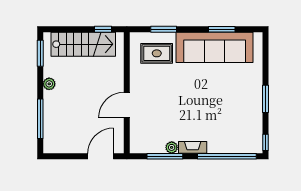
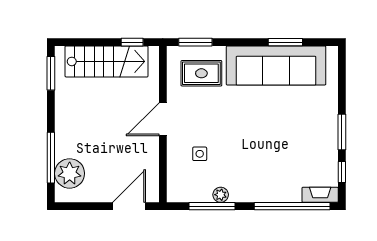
window: (164, 29) -> (195, 42), moved
plant: (49, 84) -> (70, 173), moved, width x1.88, depth x1.88
door: (127, 105) -> (163, 119), moved
side table: (155, 116) -> (200, 154), added
window: (265, 142) -> (342, 172), moved
fireplace: (193, 147) -> (320, 195), moved

